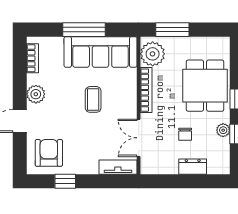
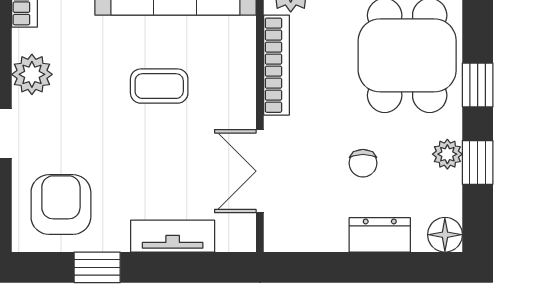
coffee table: (93, 99) -> (159, 86), turned 90
tv unit: (118, 167) -> (173, 236), moved
floor lamp: (222, 167) -> (445, 235), added

